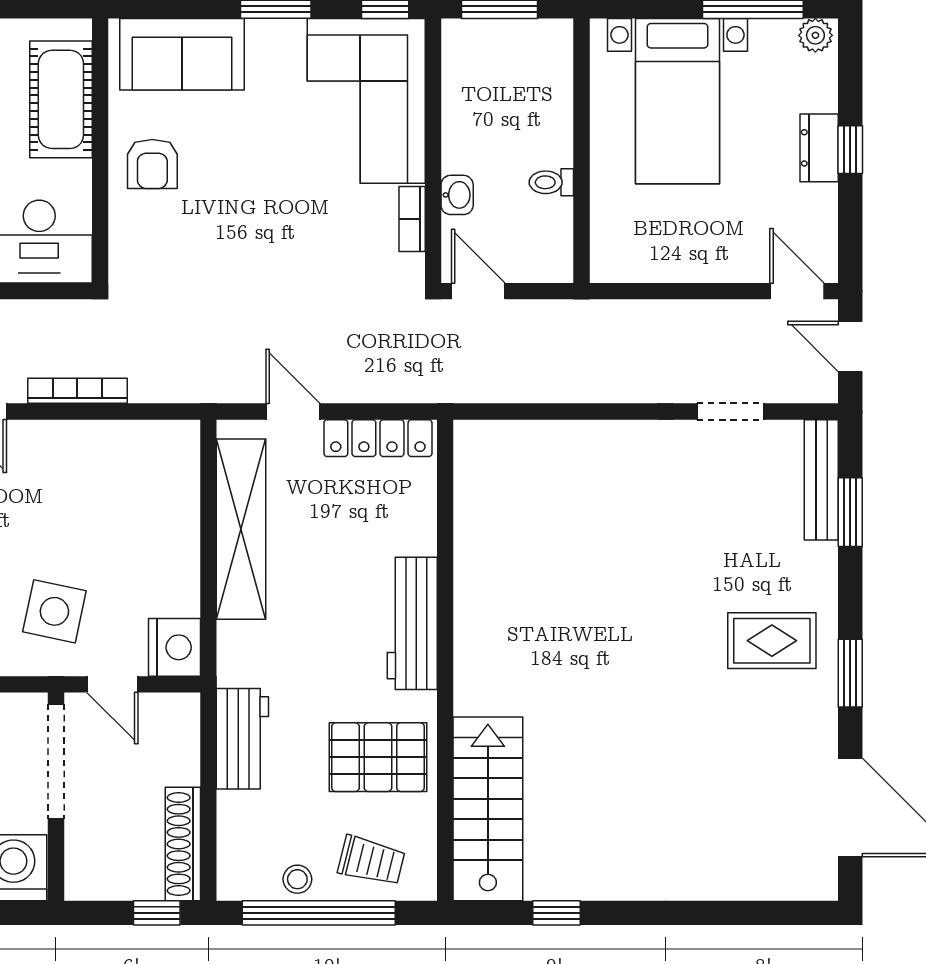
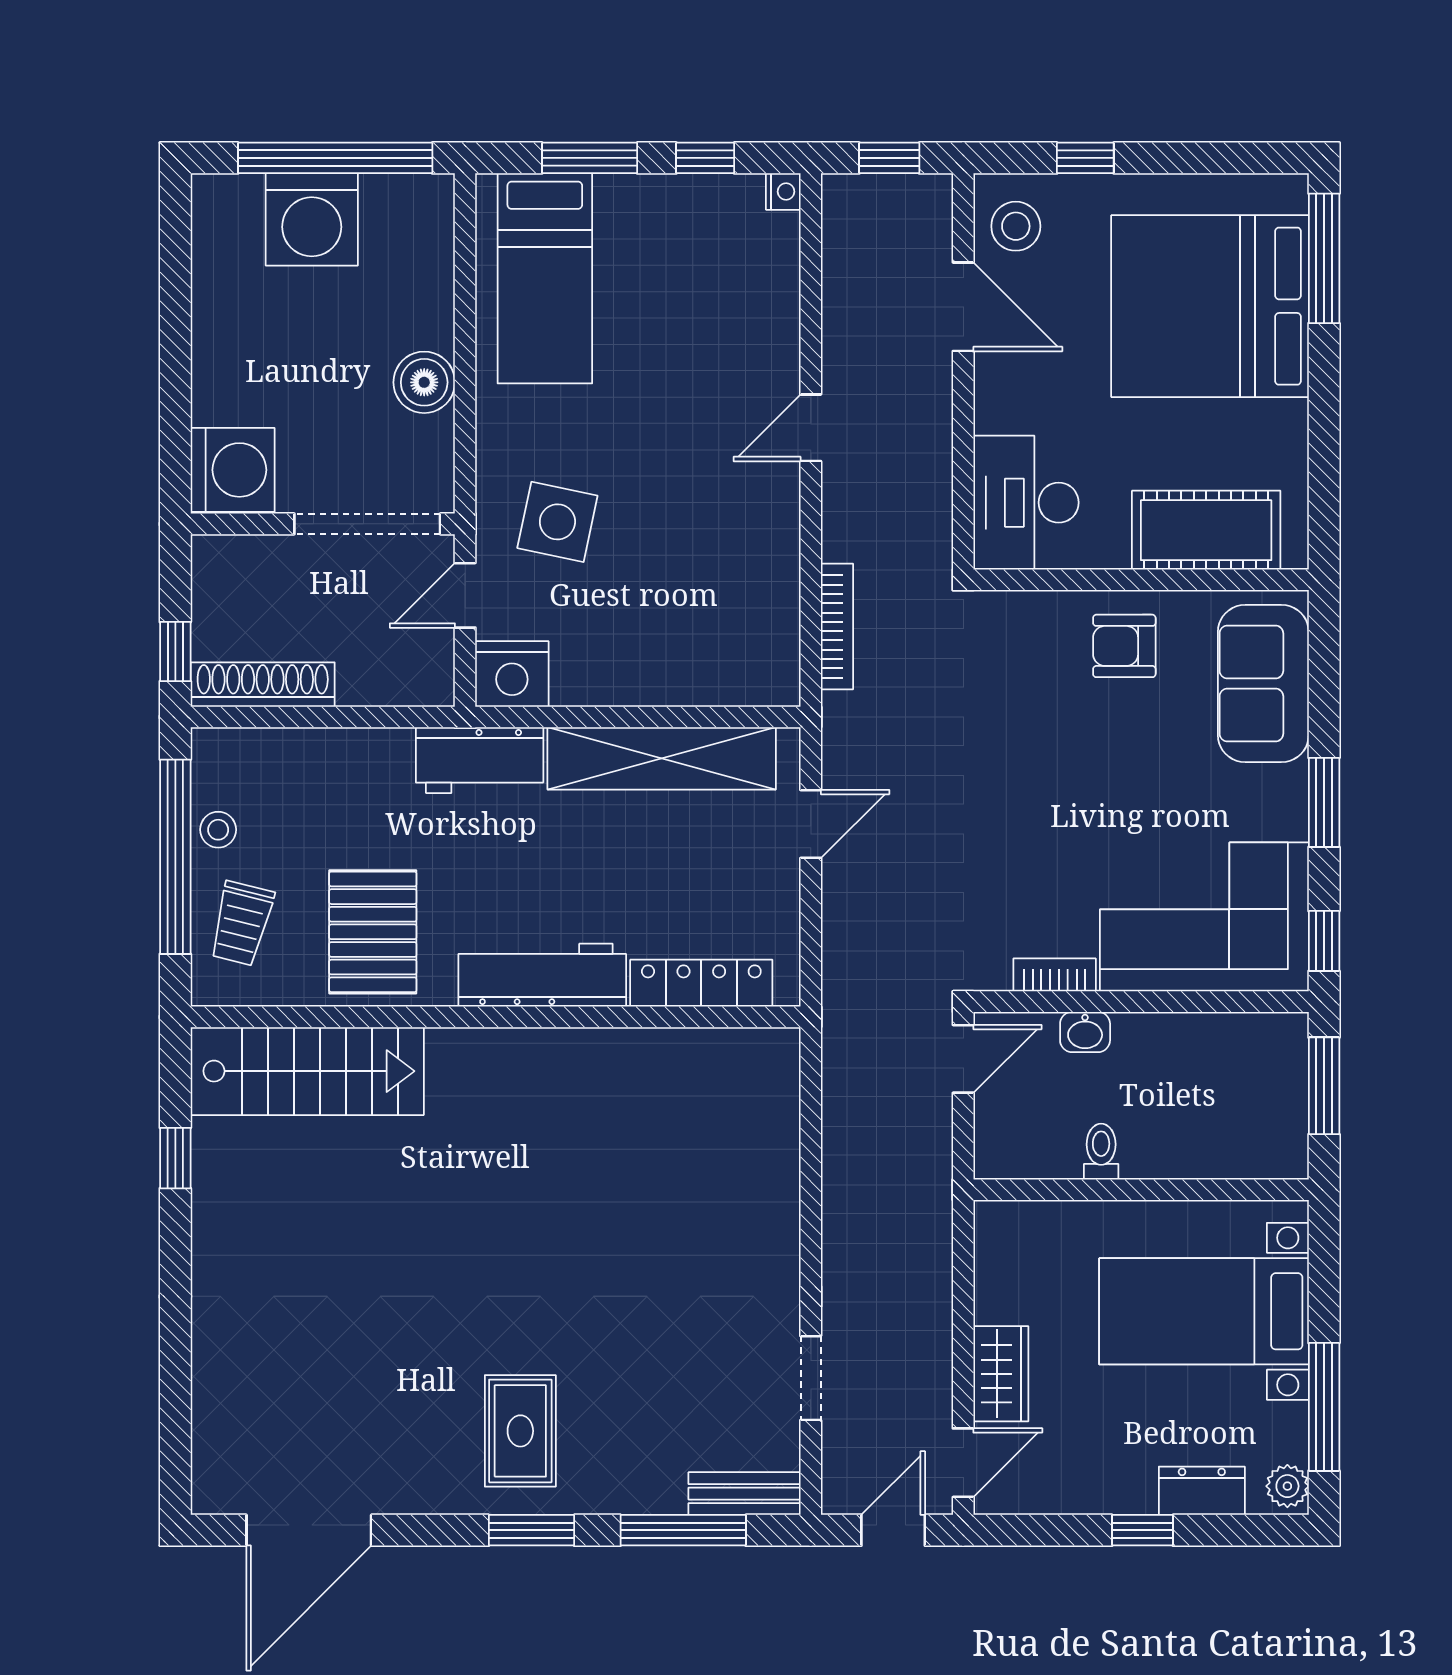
dresser: (819, 148) -> (1202, 1491), moved
wardrobe: (727, 261) -> (1001, 1374), added
bookcase: (77, 391) -> (837, 627), moved
locker: (378, 438) -> (701, 983), moved, turned 90
bench: (821, 480) -> (745, 1494), width x0.73
window: (850, 512) -> (683, 1530), width x1.44
window: (850, 673) -> (532, 1530), moved
workbench: (242, 739) -> (480, 760), moved

